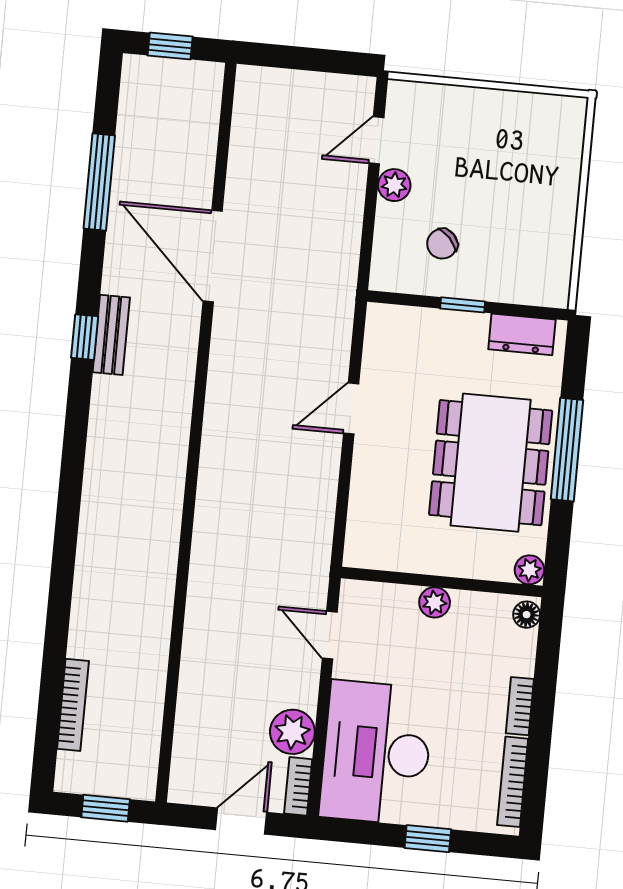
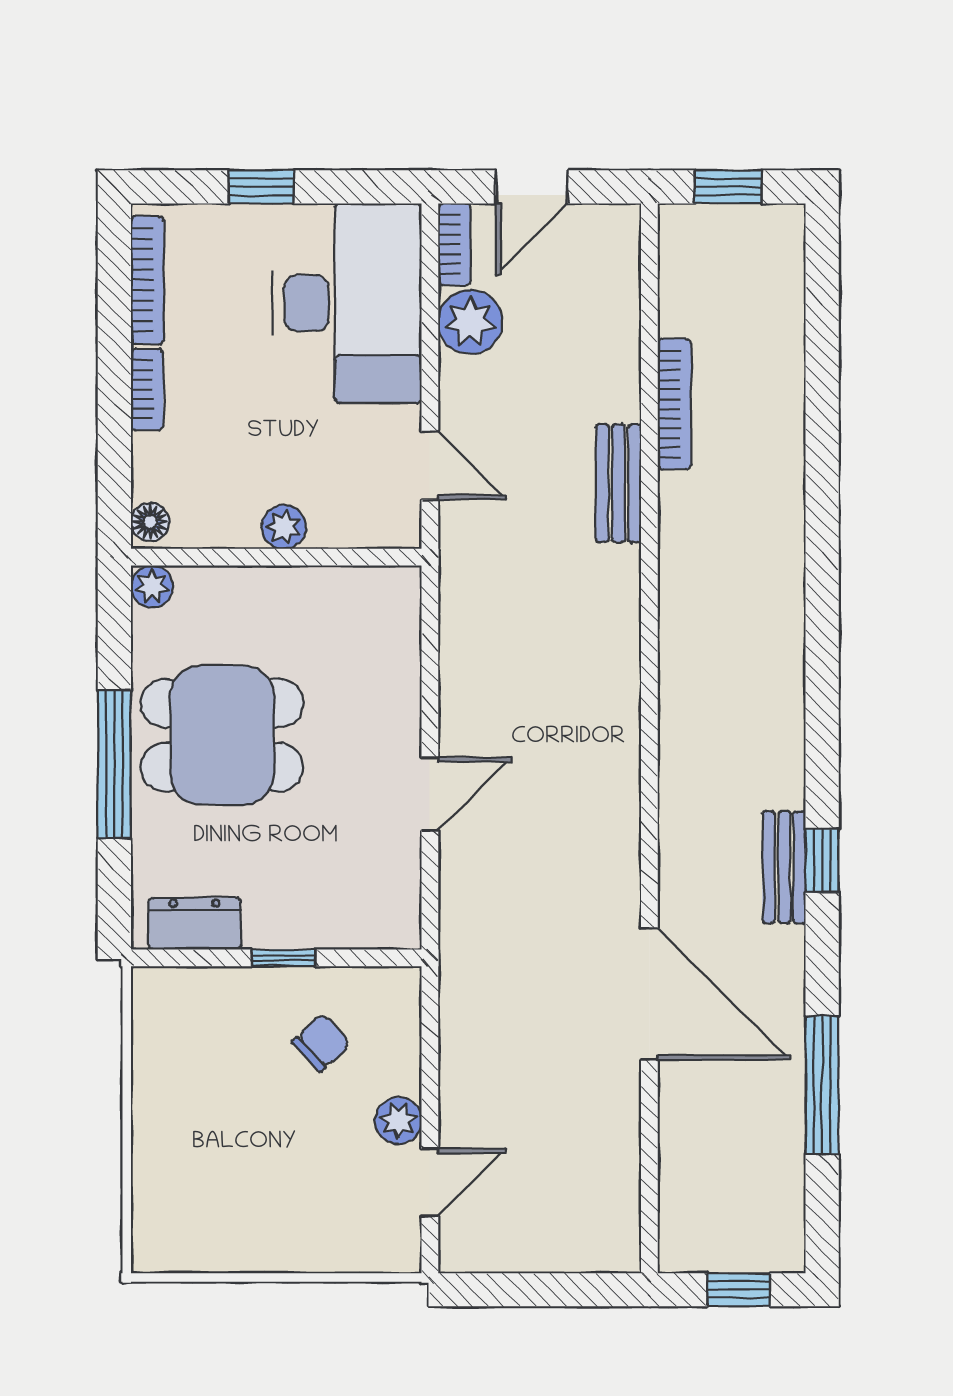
dining table: (491, 463) -> (222, 735), width x0.73
bench: (201, 611) -> (618, 483), added
bookcase: (73, 705) -> (674, 404), moved, turned 180

